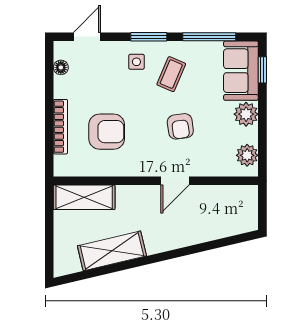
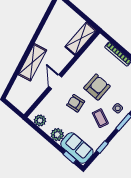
window: (209, 37) -> (102, 147), width x0.46
armchair: (107, 132) -> (97, 87), moved, turned 180
shelving: (112, 251) -> (32, 62), moved

